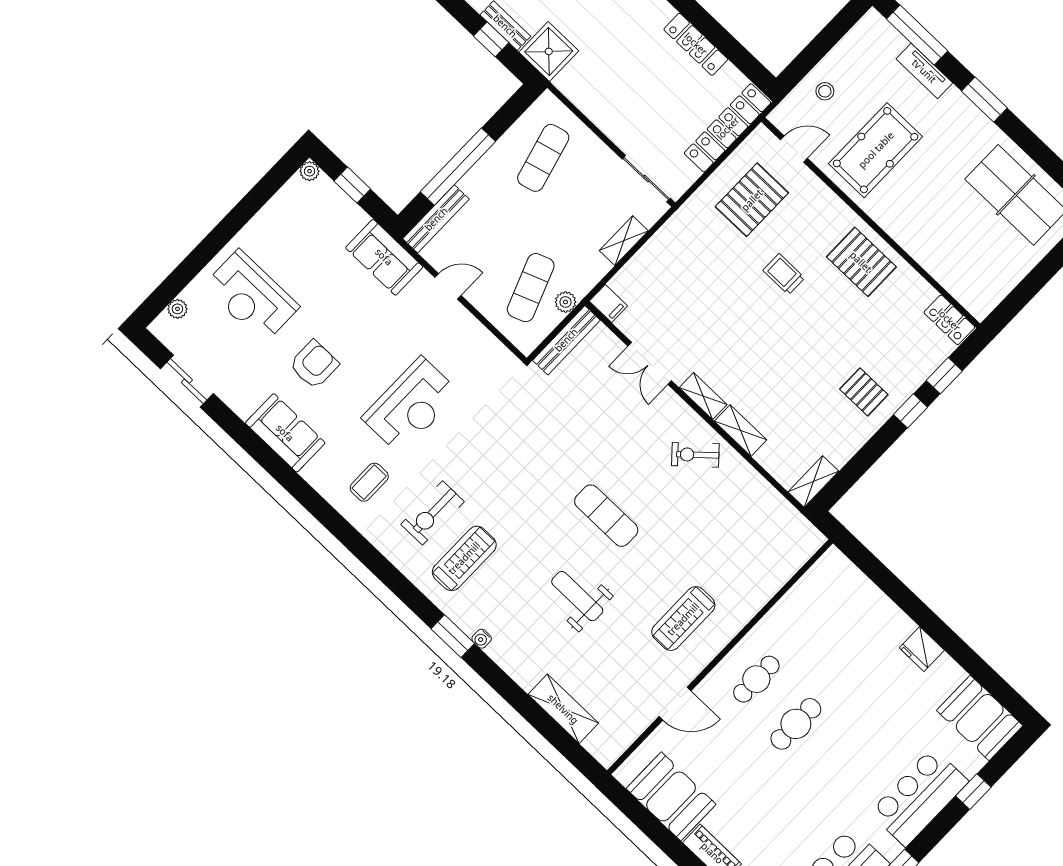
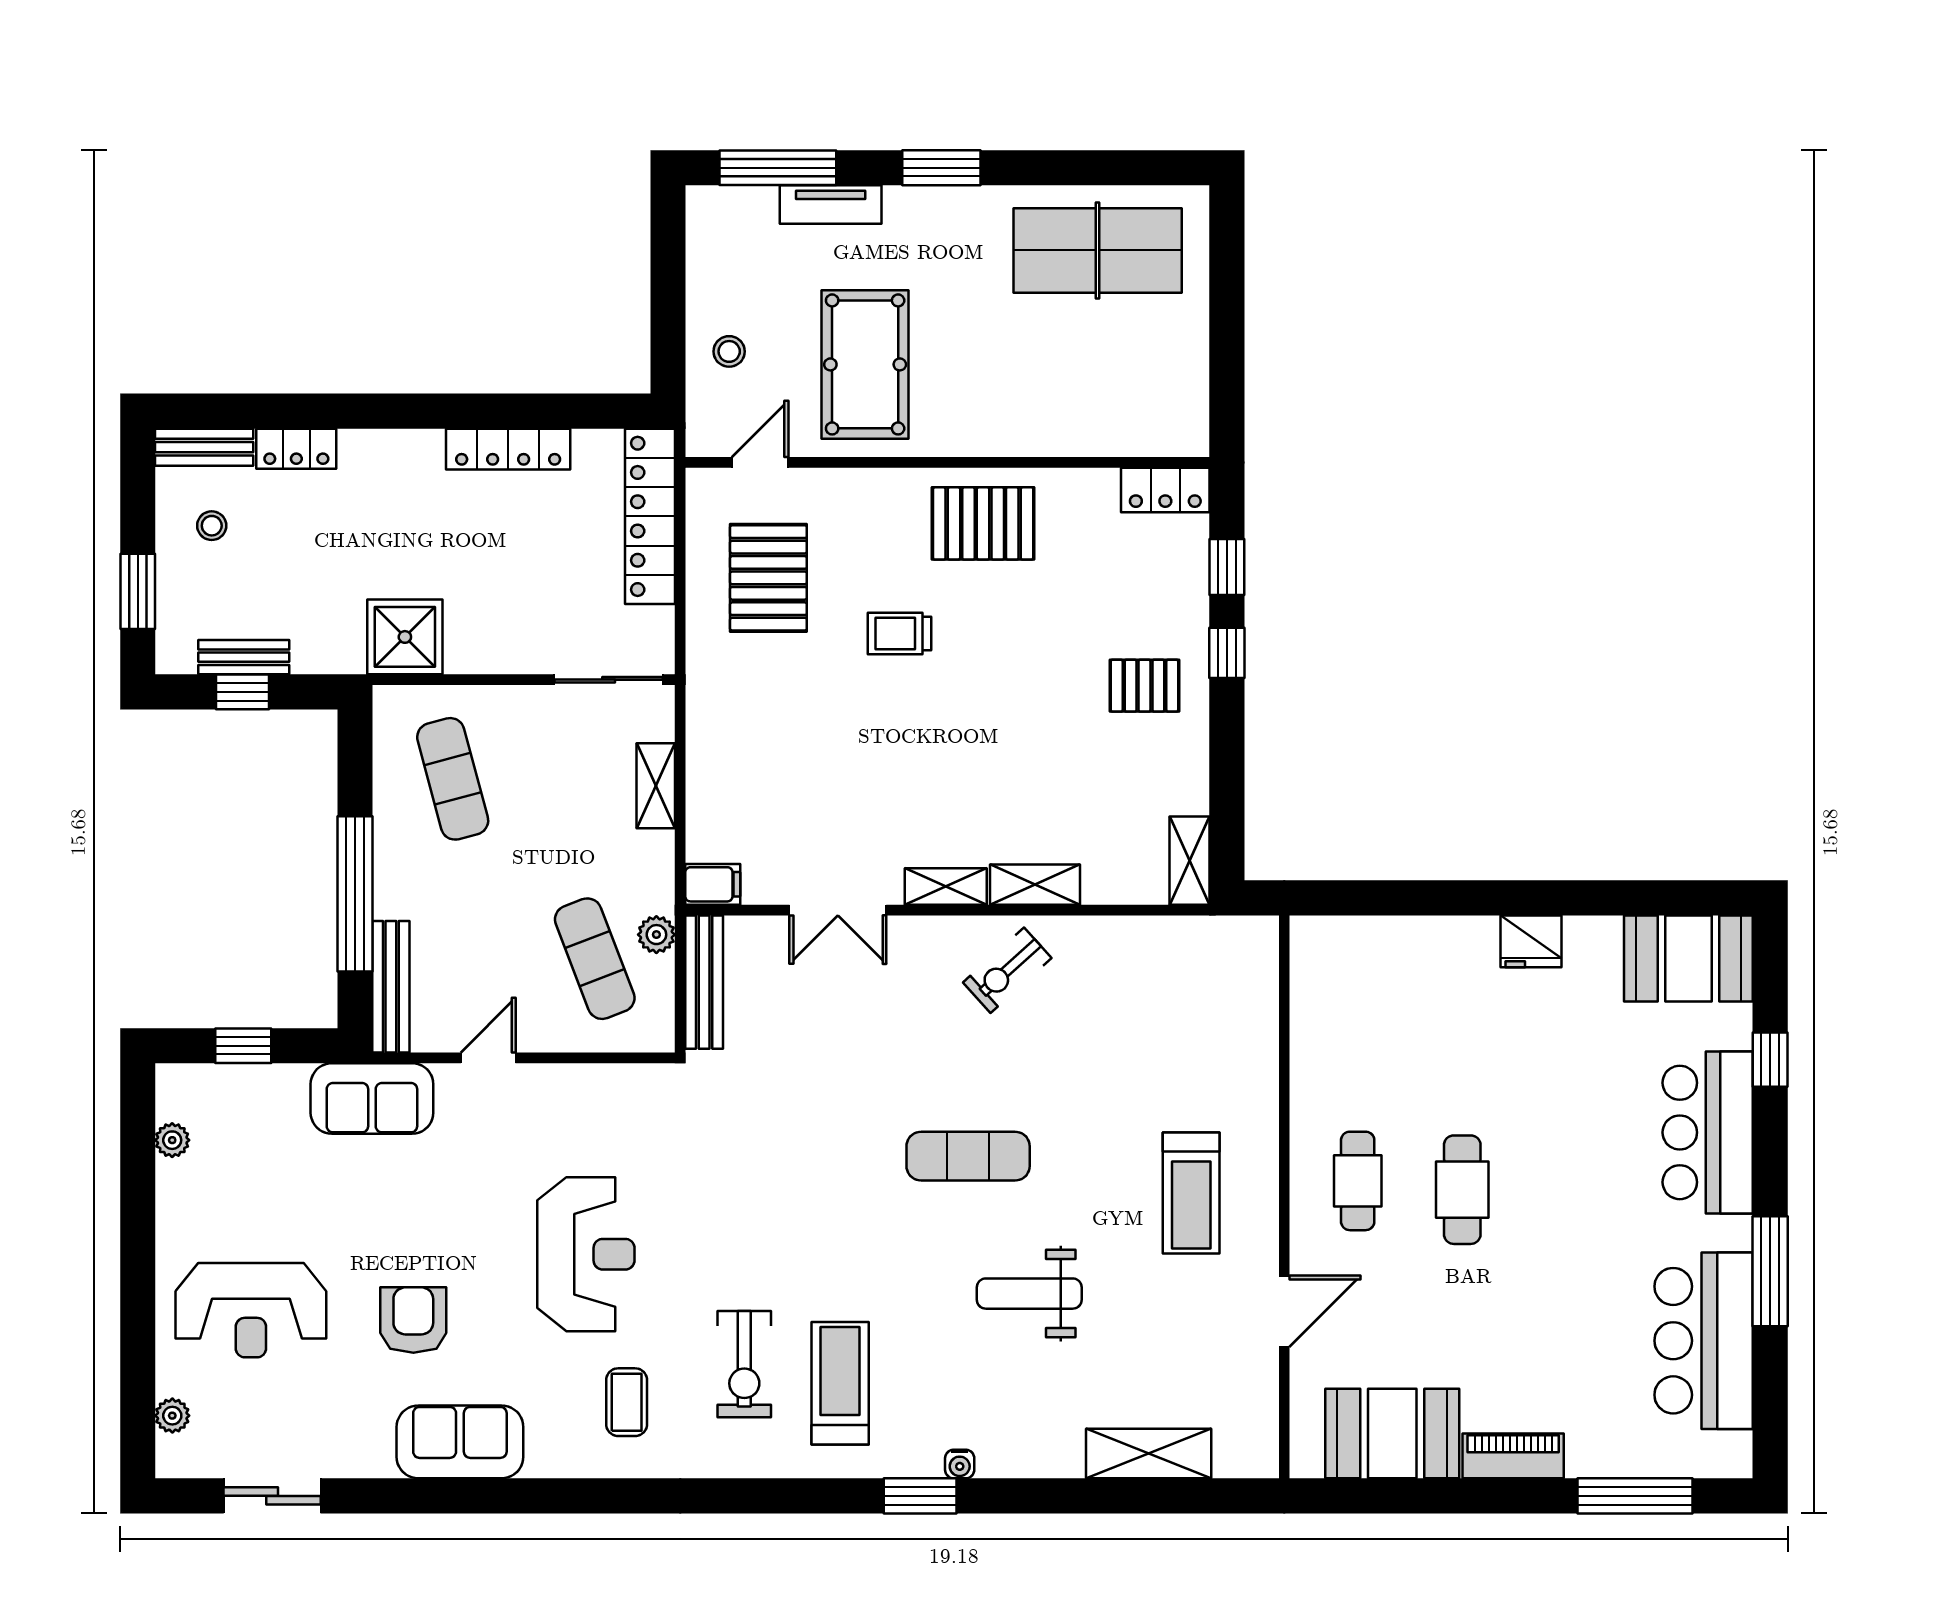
shower: (549, 51) -> (405, 637), moved
plant: (309, 171) -> (172, 1140), moved

